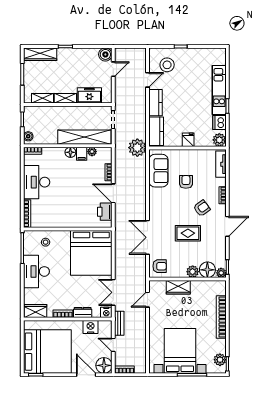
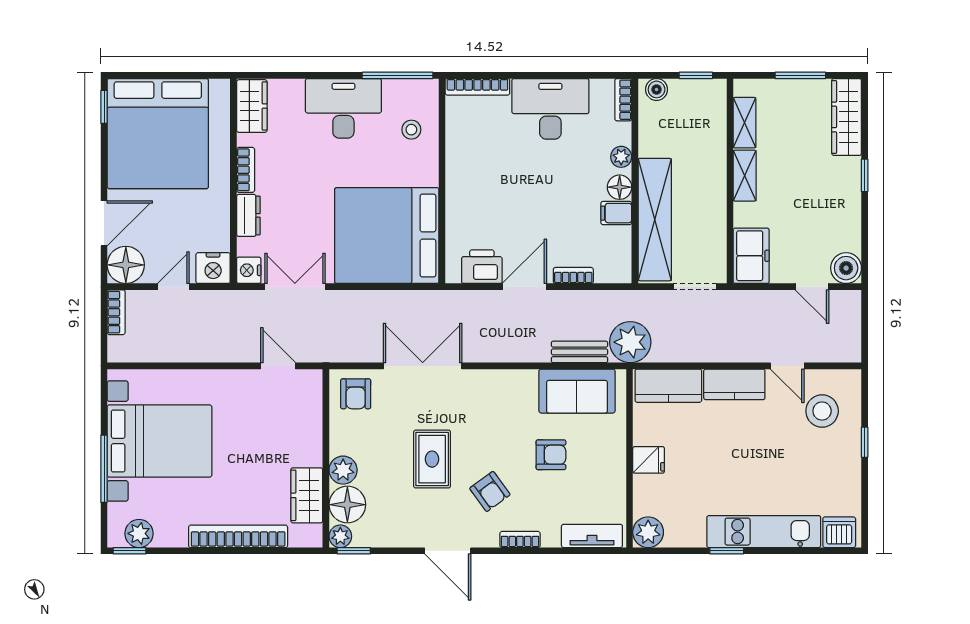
freezer: (89, 95) -> (751, 256), moved
dishwasher: (219, 123) -> (839, 532), moved
plant: (92, 152) -> (621, 157), moved
wardrobe: (178, 287) -> (307, 495), moved
bench: (119, 323) -> (579, 352), moved
nightstand: (91, 327) -> (213, 268), moved, turned 90

